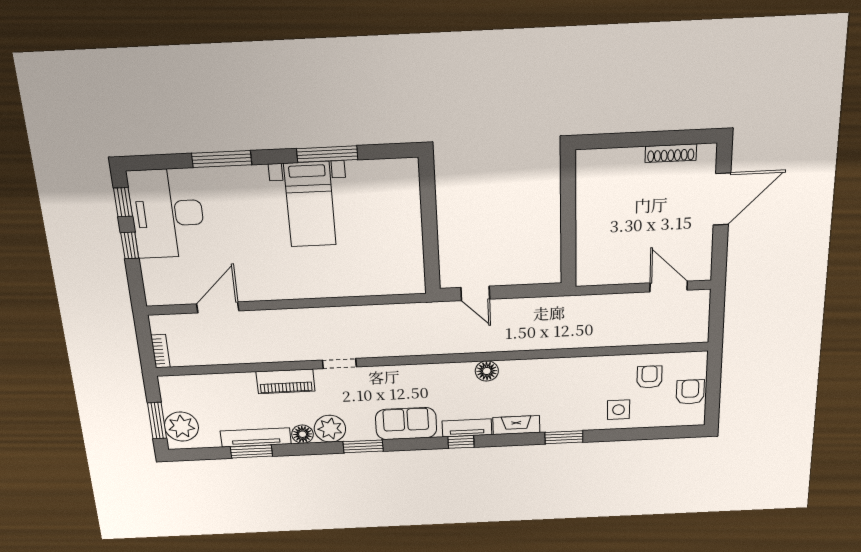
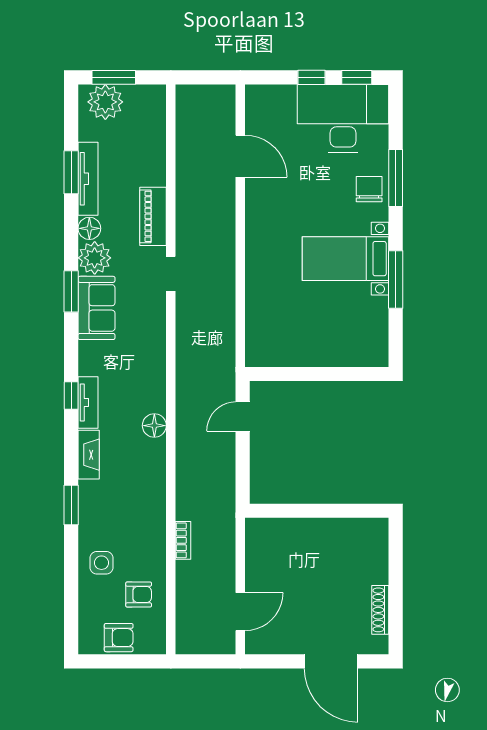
chair: (236, 185) -> (369, 189), added
bookcase: (160, 351) -> (183, 540), moved, turned -90
sofa: (406, 424) -> (96, 308), moved

